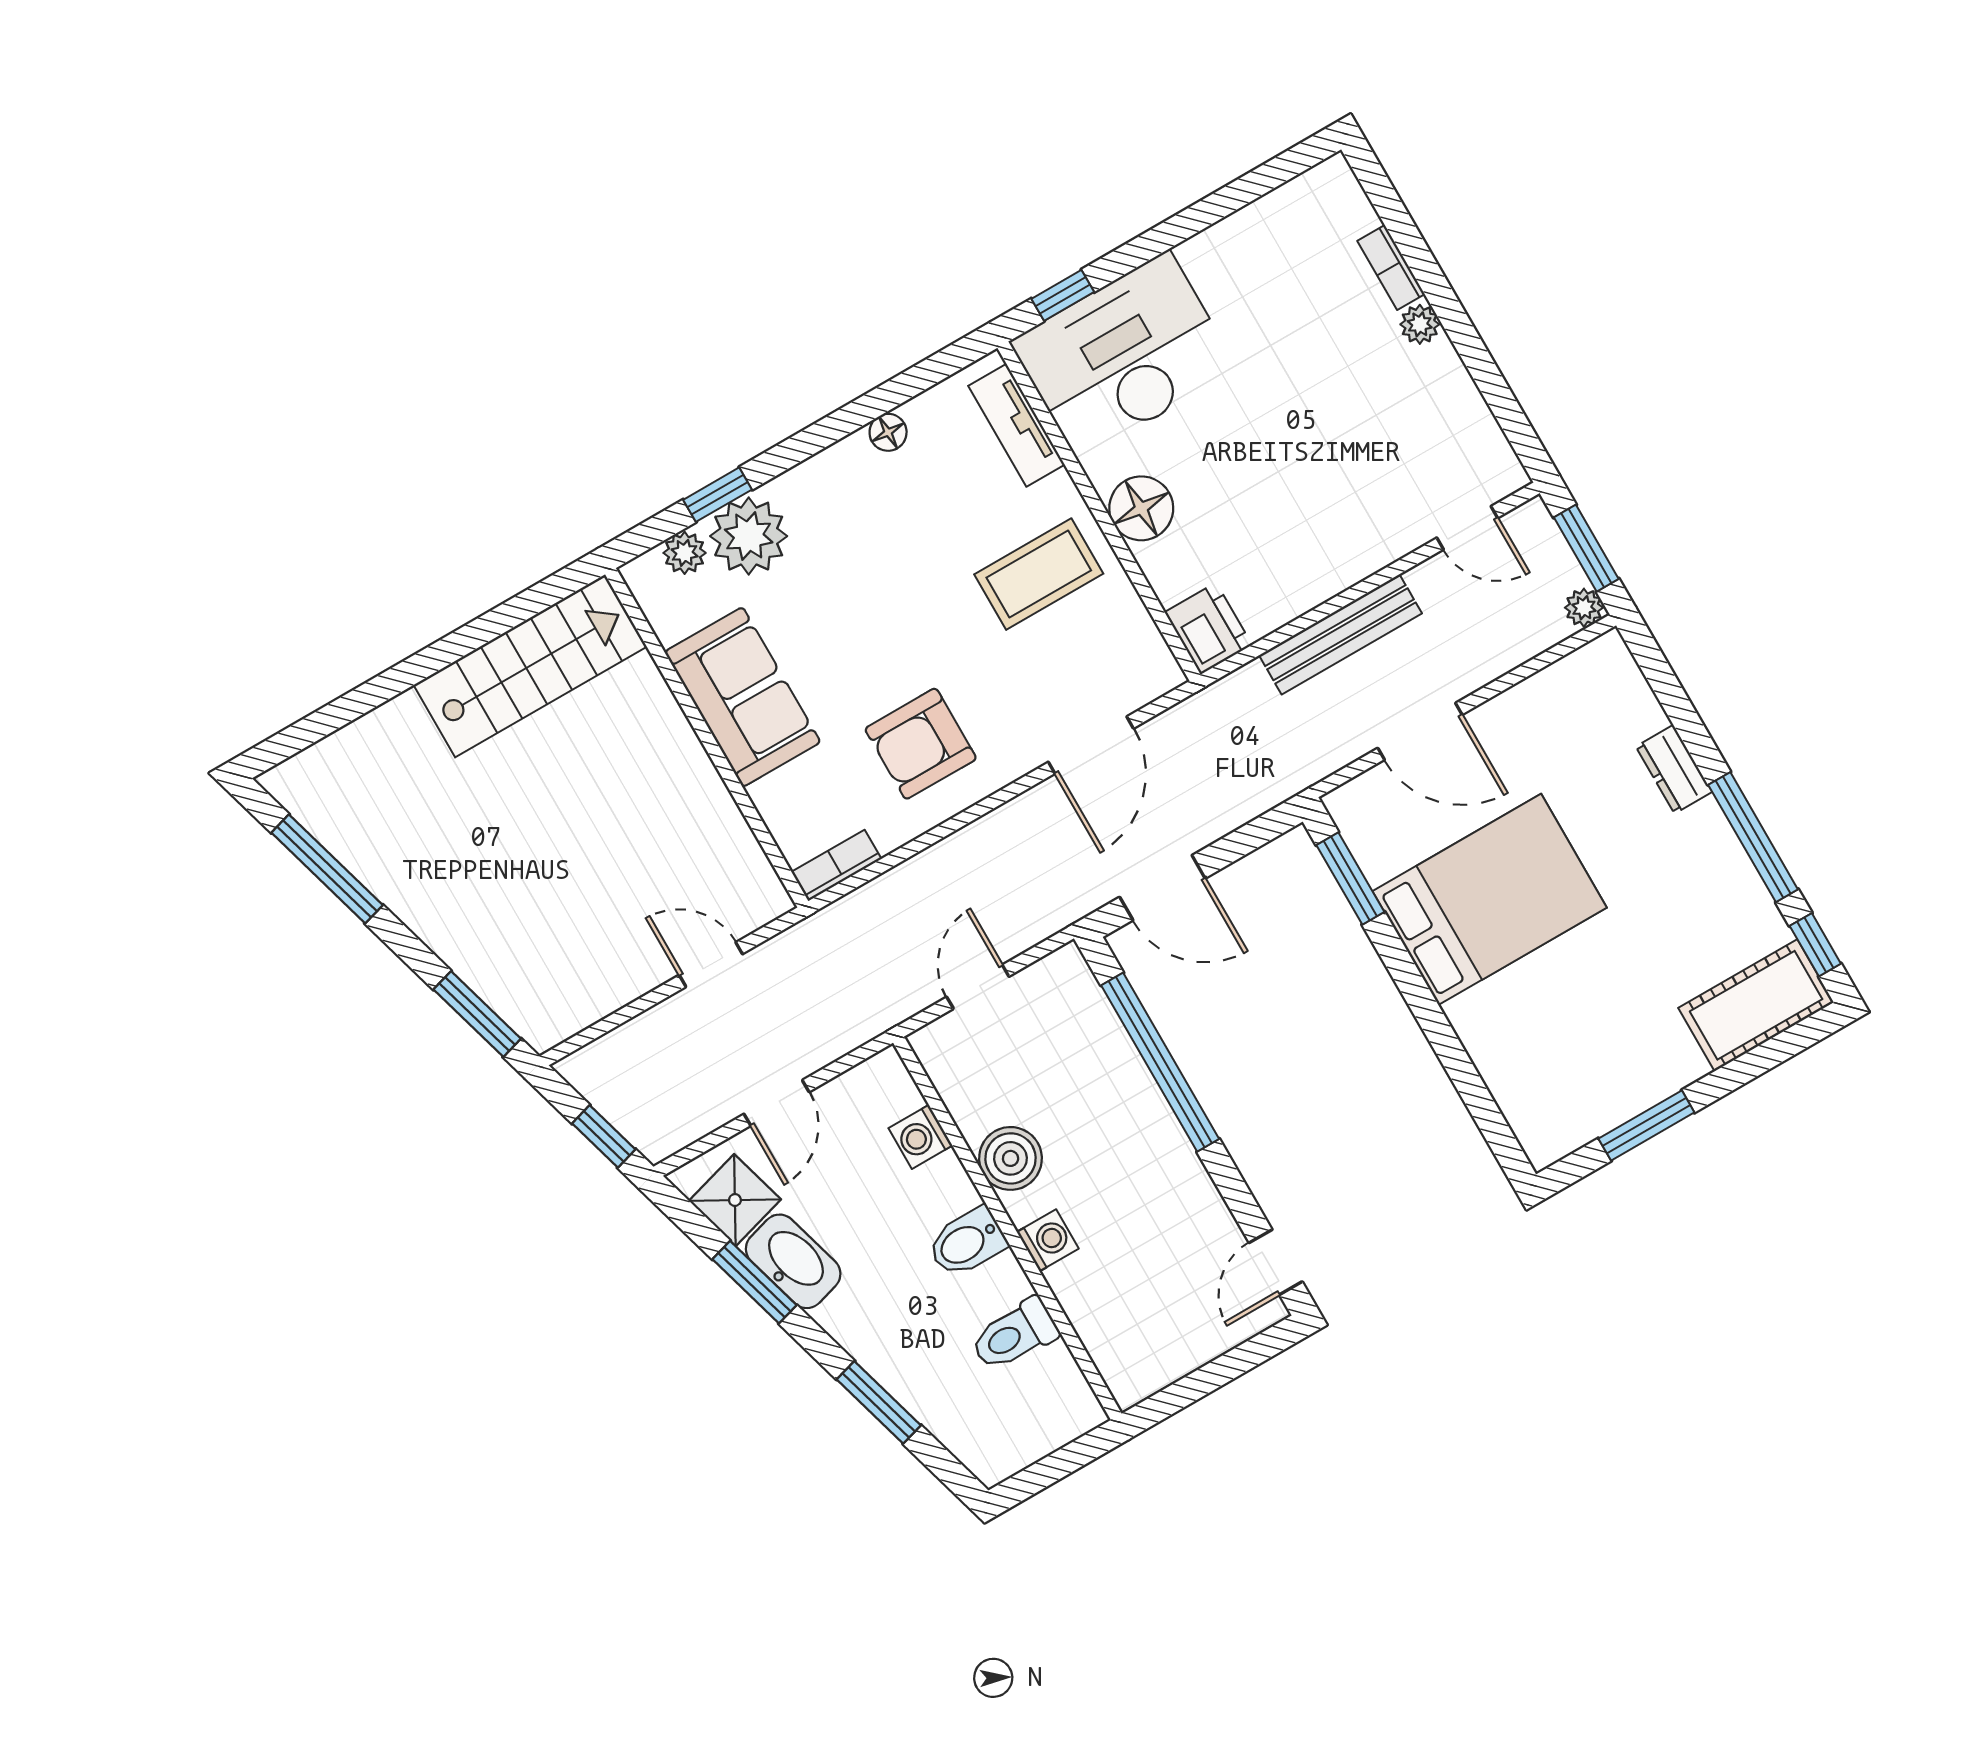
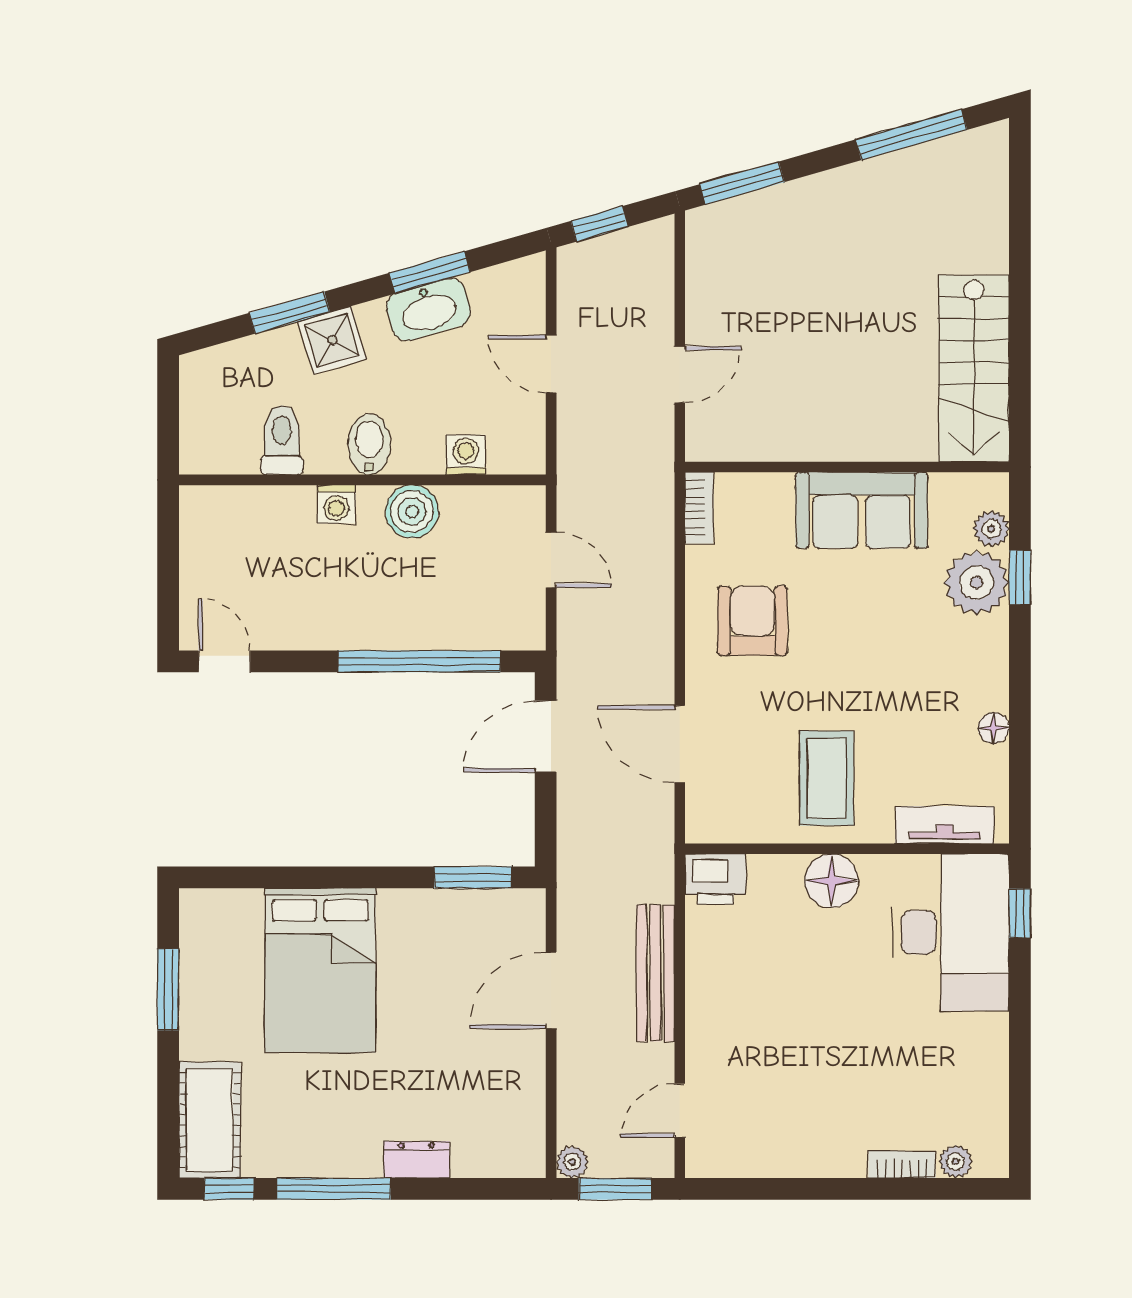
plant: (1420, 324) -> (956, 1162), moved
bed: (1490, 899) -> (320, 970), moved
shower: (735, 1200) -> (332, 340), moved

